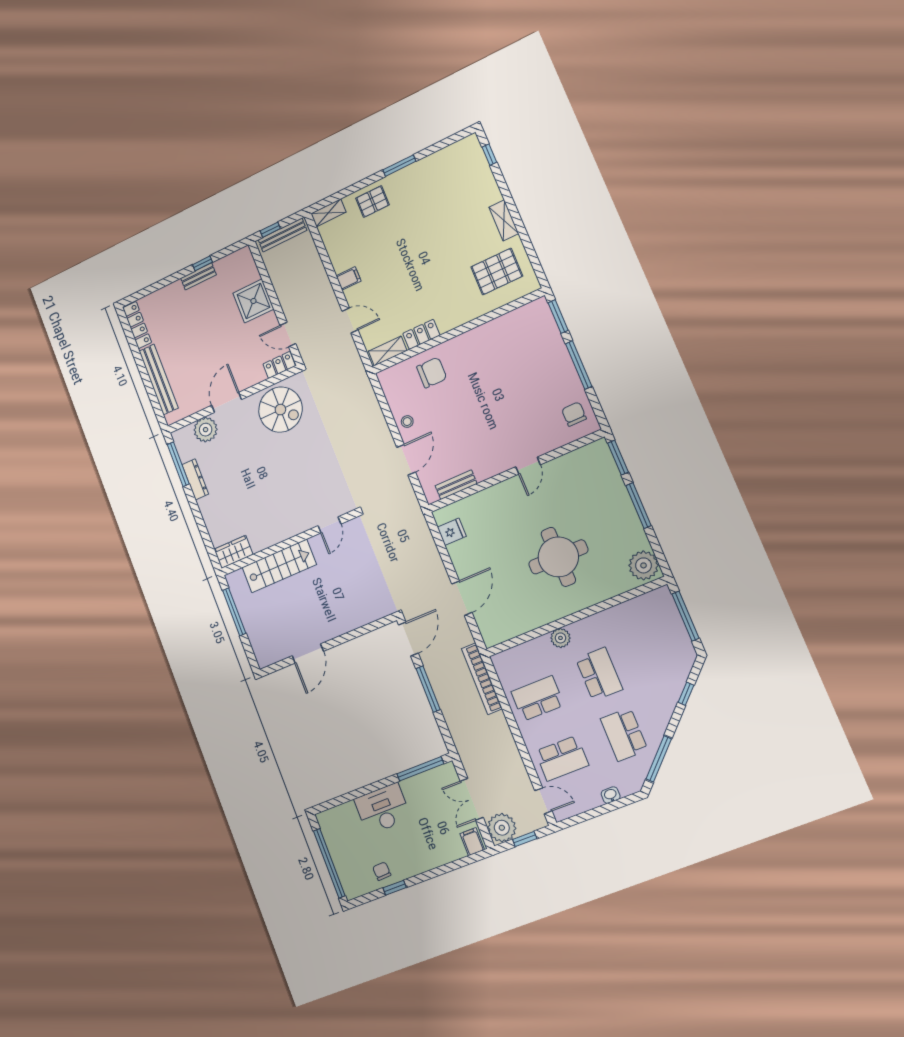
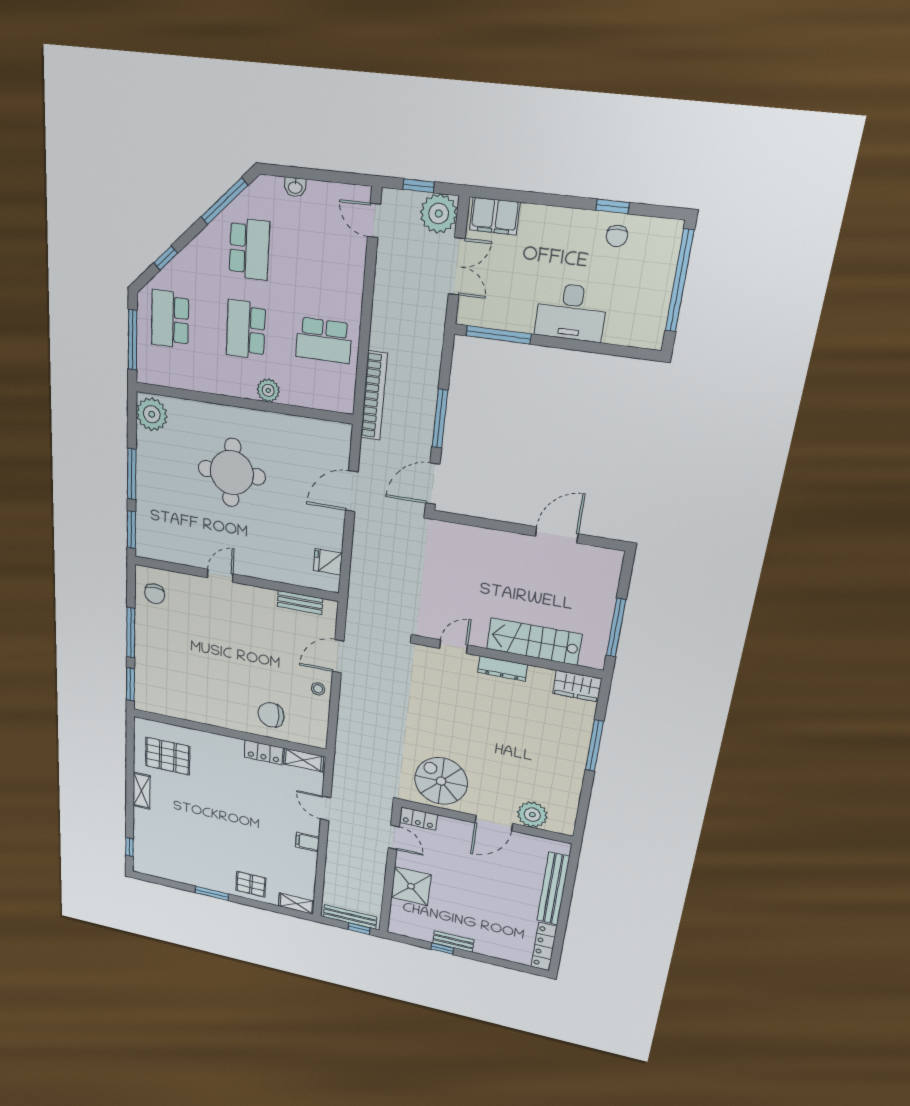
window: (178, 464) -> (594, 745), moved
dresser: (195, 479) -> (503, 669), moved, turned -90
school desk: (562, 758) -> (170, 319), moved, turned -90
filing cabinet: (472, 842) -> (495, 216), width x2.00

